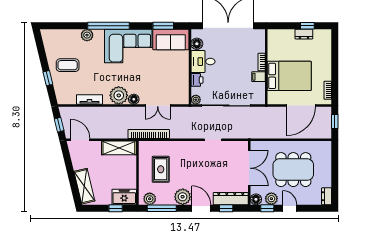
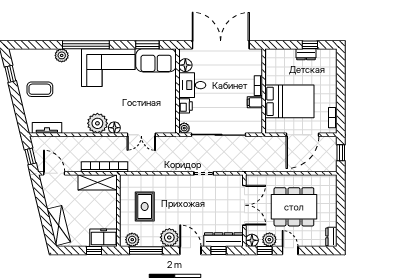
window: (48, 78) -> (10, 74), moved
tv unit: (89, 99) -> (47, 128), moved
bookcase: (149, 134) -> (104, 167), moved

